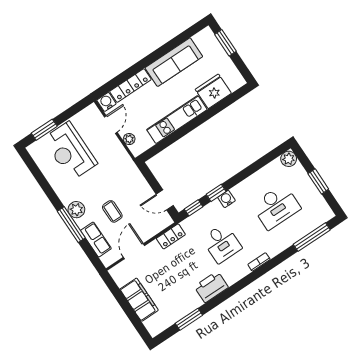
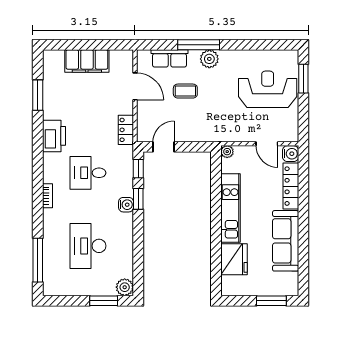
plant: (129, 139) -> (227, 152), moved
window: (318, 181) -> (104, 301), moved

